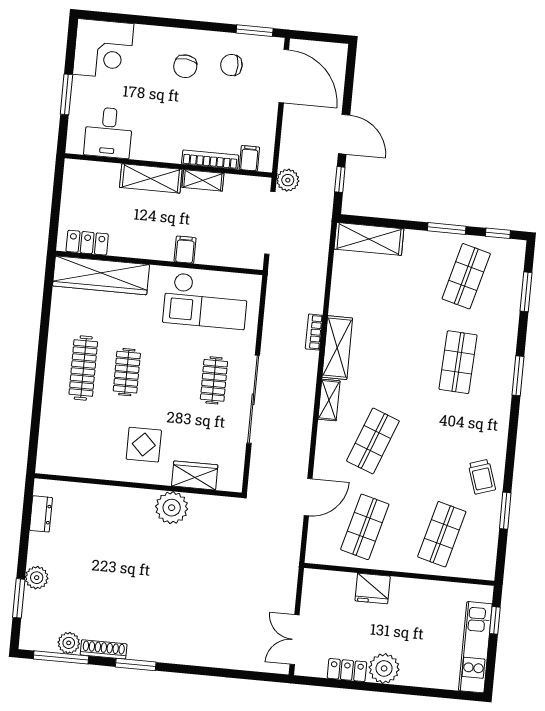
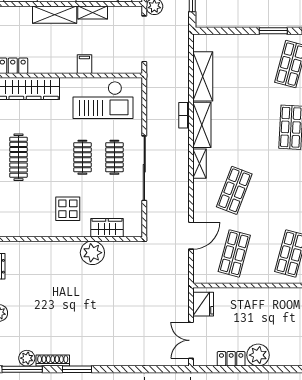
shelving: (369, 239) -> (203, 76), moved, turned 90
clothes rail: (127, 372) -> (82, 157), moved
fridge: (373, 588) -> (203, 304), moved, turned -90

